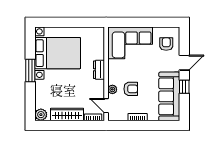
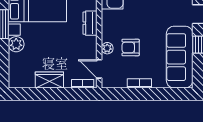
armchair: (131, 89) -> (131, 48), turned 180
wardrobe: (67, 114) -> (49, 80), width x0.67
plant: (41, 115) -> (16, 44), moved

